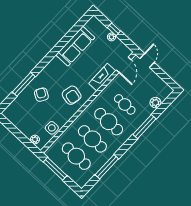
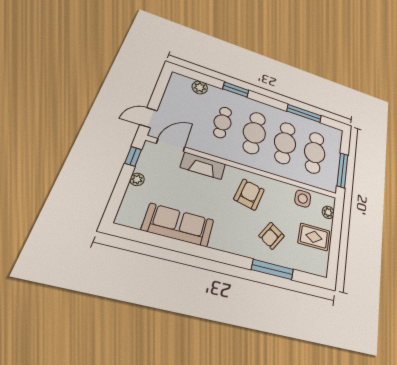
window: (114, 29) -> (133, 156), moved
rug: (26, 120) -> (314, 237), added
window: (144, 127) -> (236, 90), width x0.69

